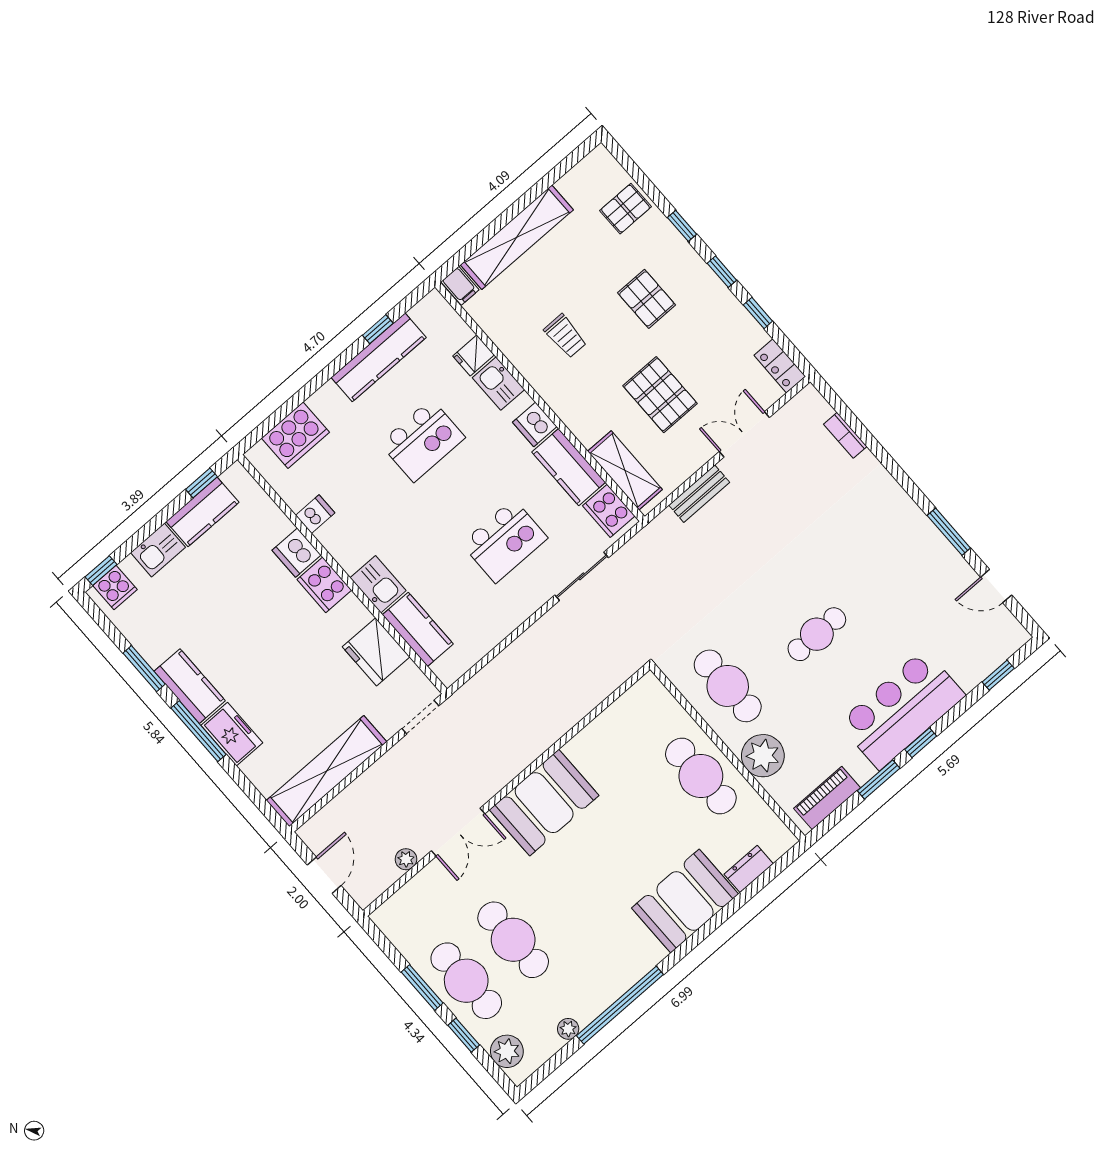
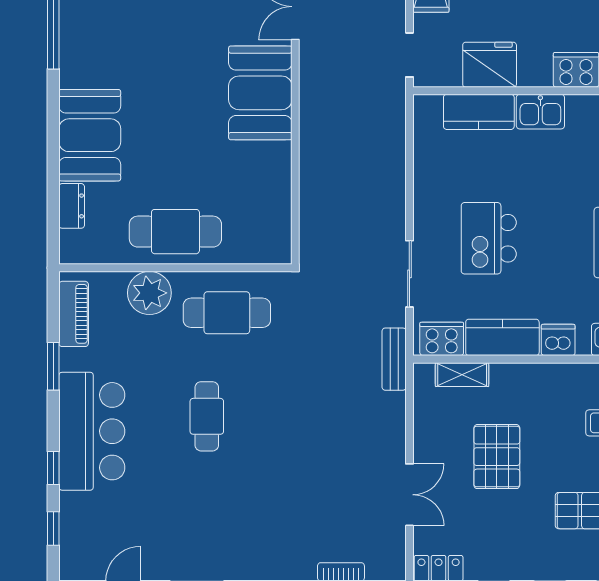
pallet: (660, 395) -> (497, 457), turned 90
shelving: (625, 470) -> (462, 375), width x0.67, depth x0.75
bench: (699, 494) -> (394, 359), moved
window: (921, 743) -> (53, 468), moved

